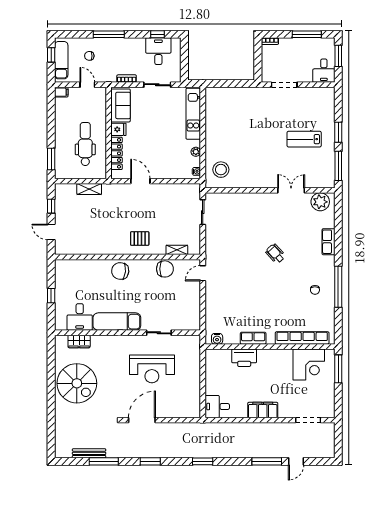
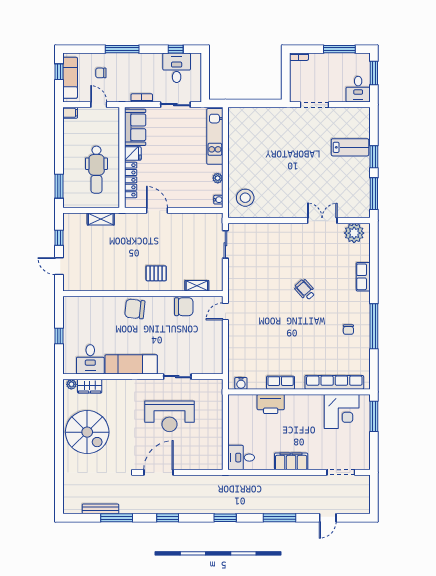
lab bench: (304, 139) -> (350, 147), moved, turned 180
dental chair: (85, 144) -> (96, 170), turned 180
plant: (62, 340) -> (71, 384), added
window: (267, 461) -> (280, 518), moved

